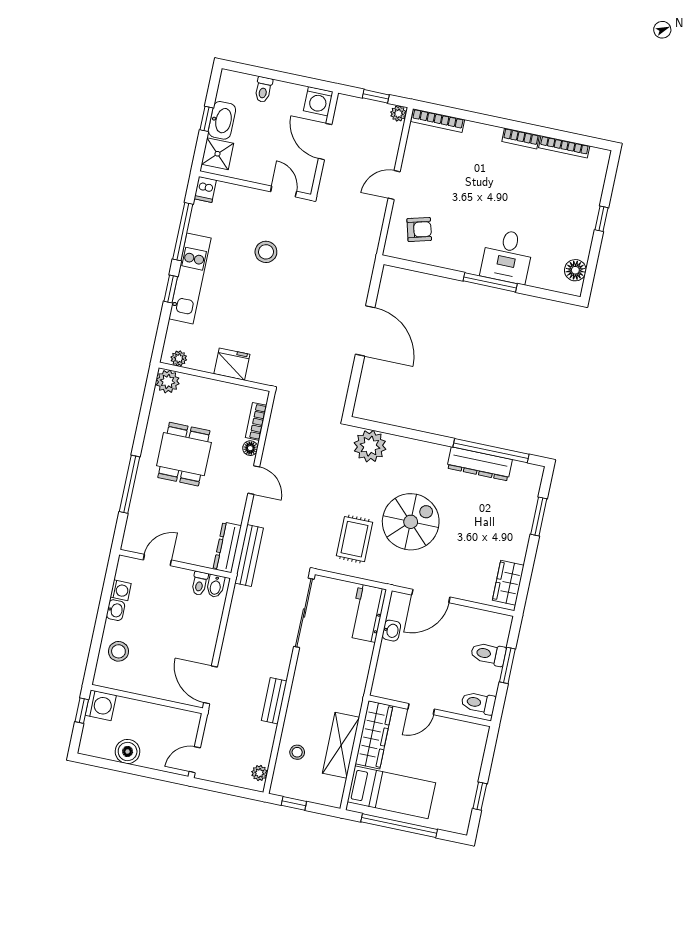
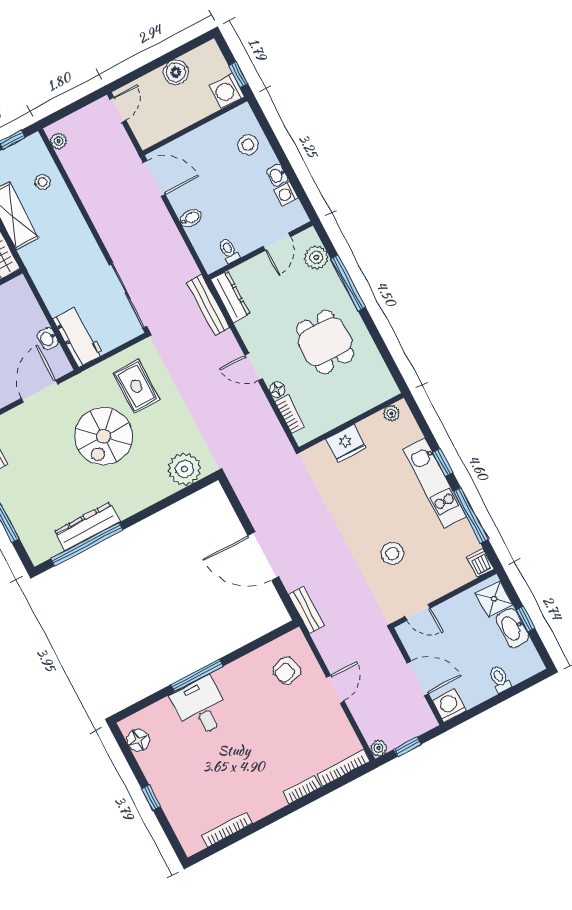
bookcase: (521, 138) -> (302, 789), moved
plant: (168, 381) -> (316, 257), moved
bidet: (216, 586) -> (191, 218), moved, turned 90
bench: (274, 701) -> (306, 610), moved

